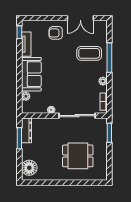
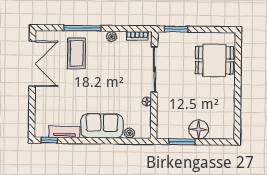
double door: (80, 18) -> (32, 64), width x1.37
armchair: (56, 33) -> (51, 95), removed
dresser: (26, 130) -> (172, 133), removed
dining table: (78, 156) -> (214, 60), moved, turned 90
floor lamp: (29, 168) -> (199, 129), moved

